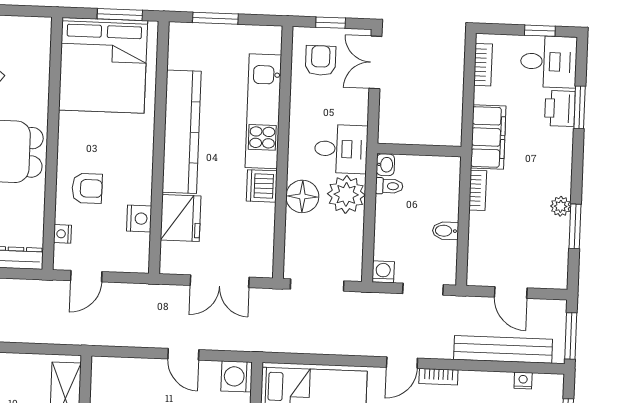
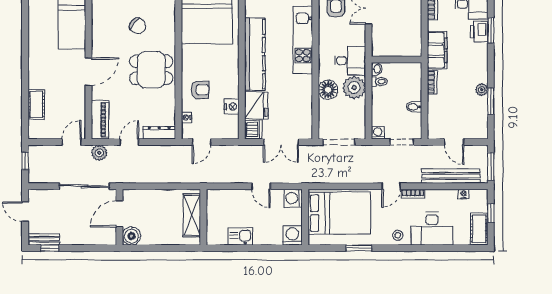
dishwasher: (262, 186) -> (253, 129), moved, turned 180

